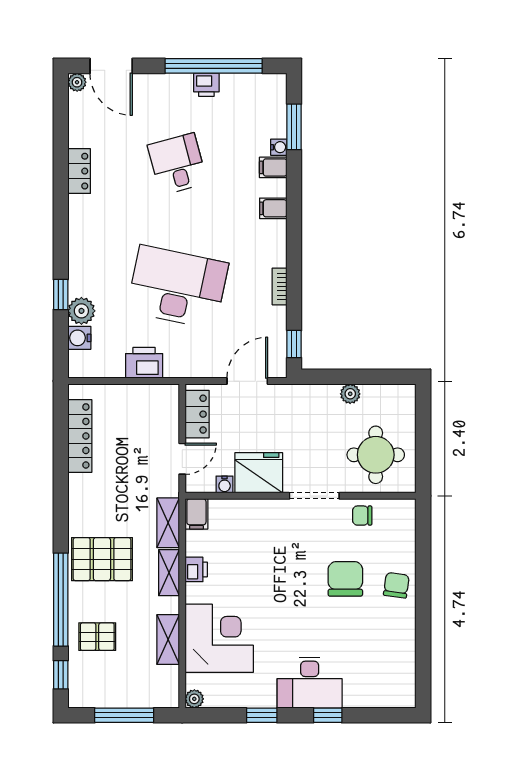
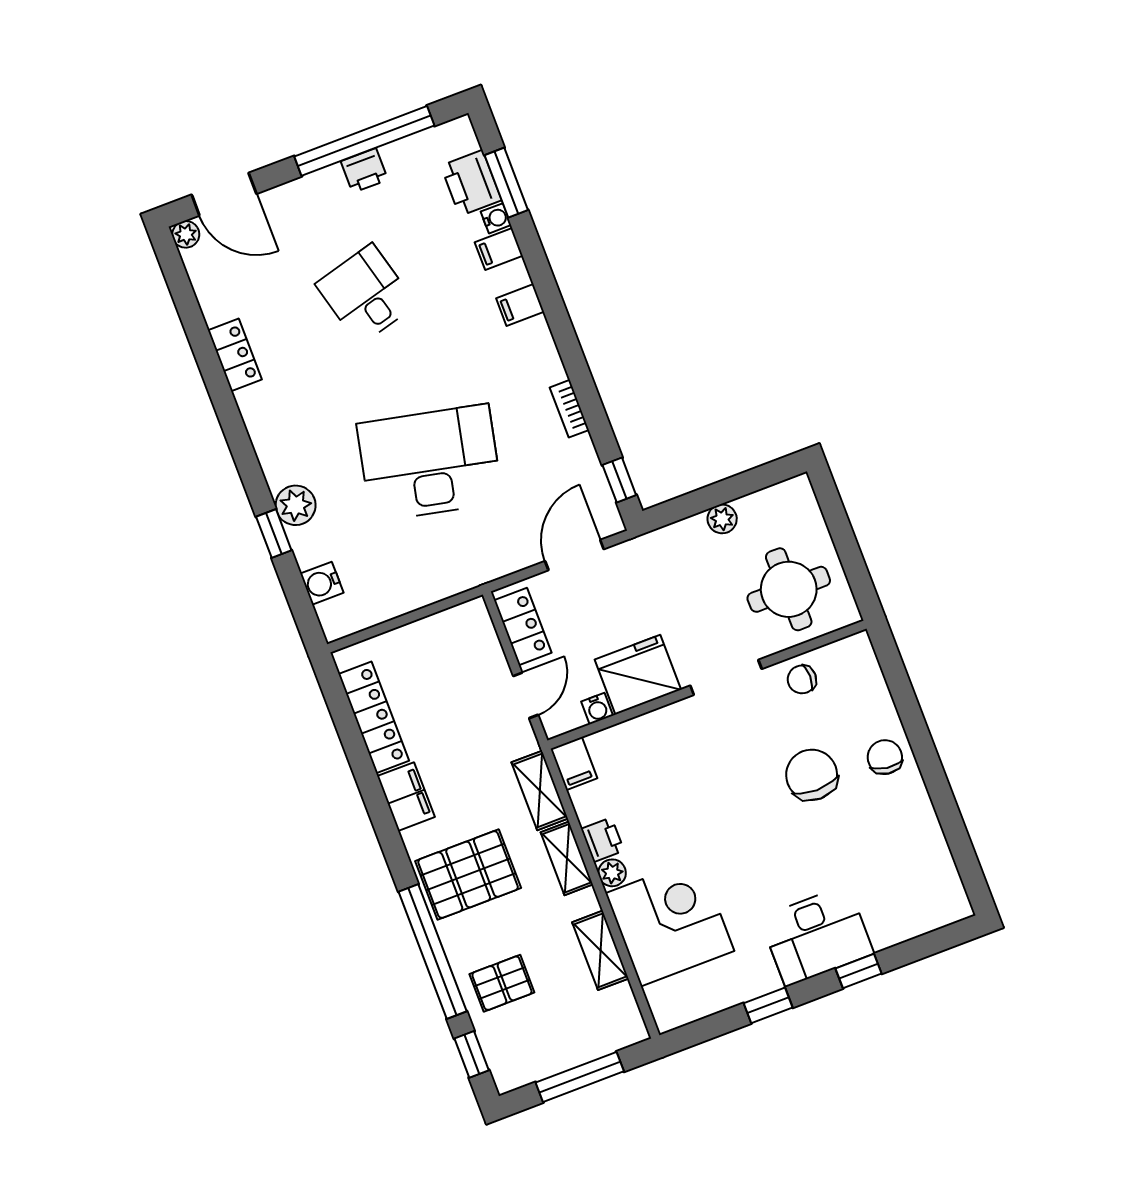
plant: (81, 311) -> (296, 505), moved
printer: (144, 363) -> (471, 183), moved, turned -90
filing cabinet: (81, 494) -> (406, 797), added
plant: (194, 699) -> (612, 873), moved

